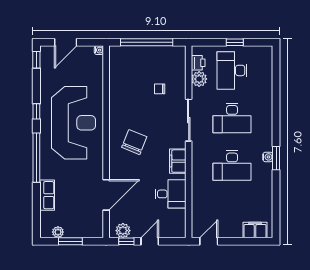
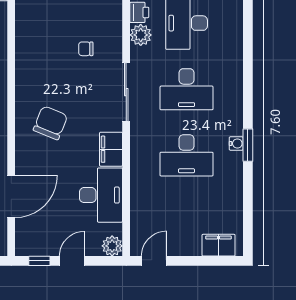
desk: (171, 194) -> (101, 195), width x1.37
plant: (123, 231) -> (112, 246), moved

